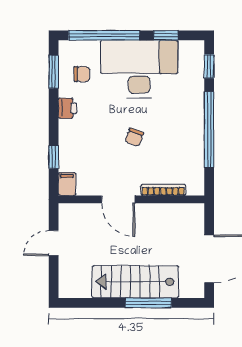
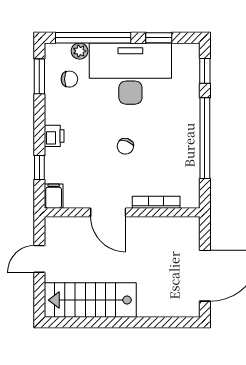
plant: (91, 48) -> (80, 51), added
printer: (67, 108) -> (54, 136), moved
stairs: (135, 282) -> (90, 300), moved
window: (148, 303) -> (140, 322), removed

